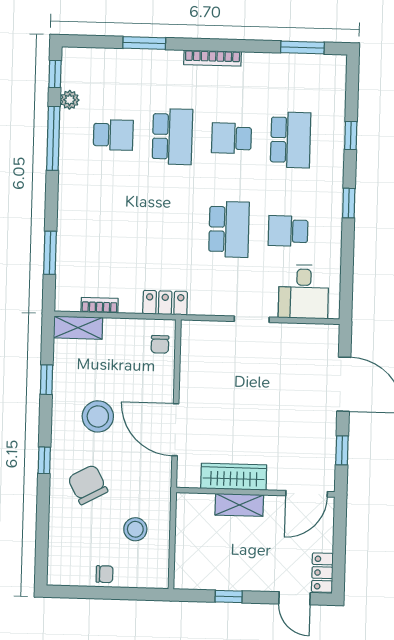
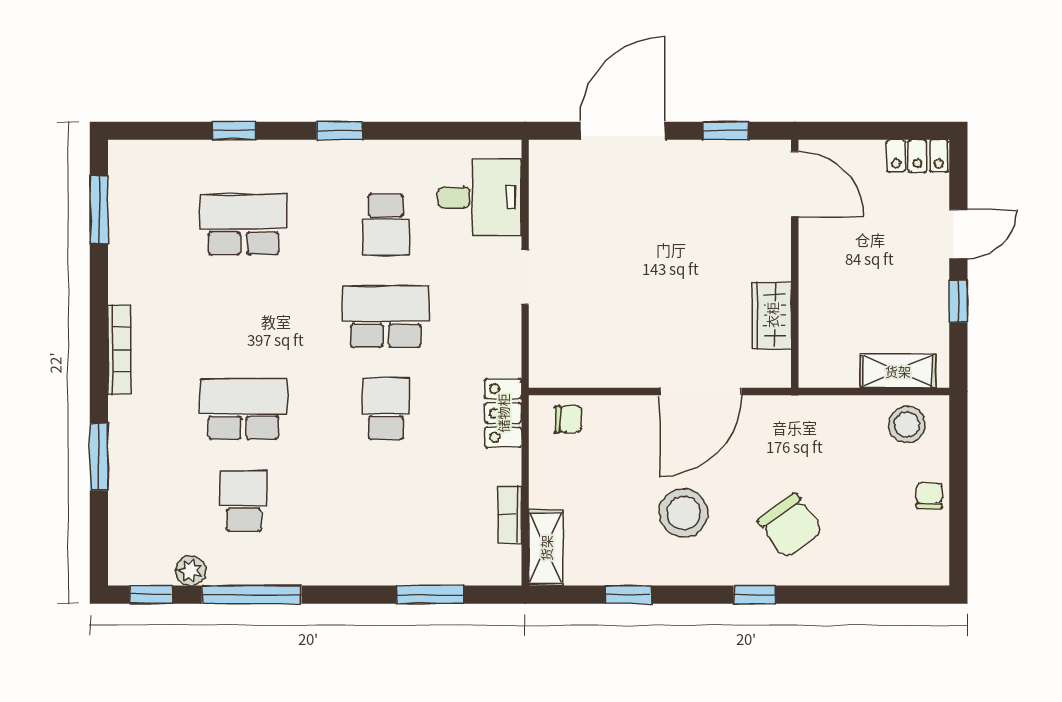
school desk: (231, 138) -> (386, 409), moved, turned 180
wardrobe: (234, 477) -> (772, 315), width x0.67
chair: (88, 485) -> (790, 526), turned -98
shelving: (239, 505) -> (898, 371), moved, turned 90
stool: (135, 529) -> (907, 424), moved
door: (295, 598) -> (958, 234), moved

